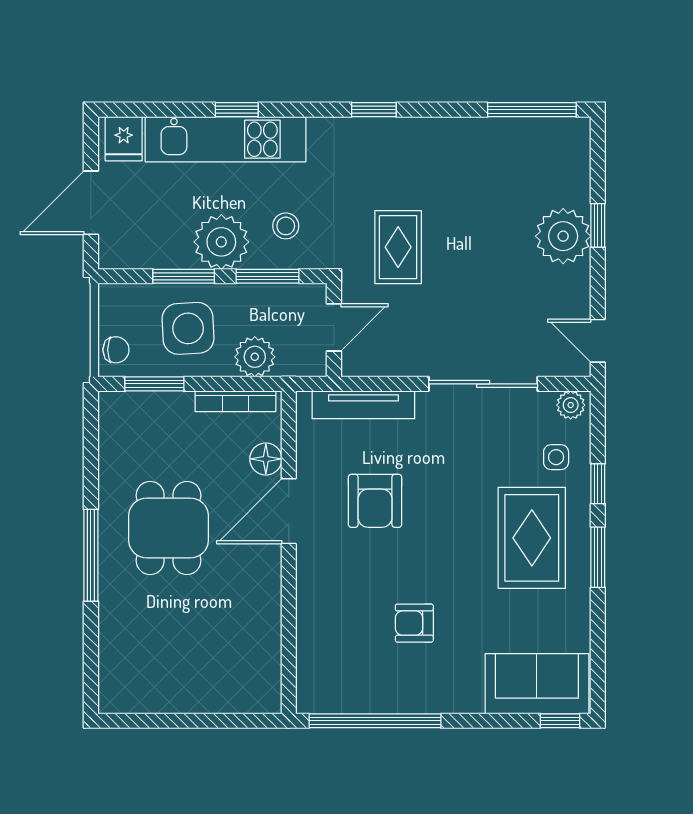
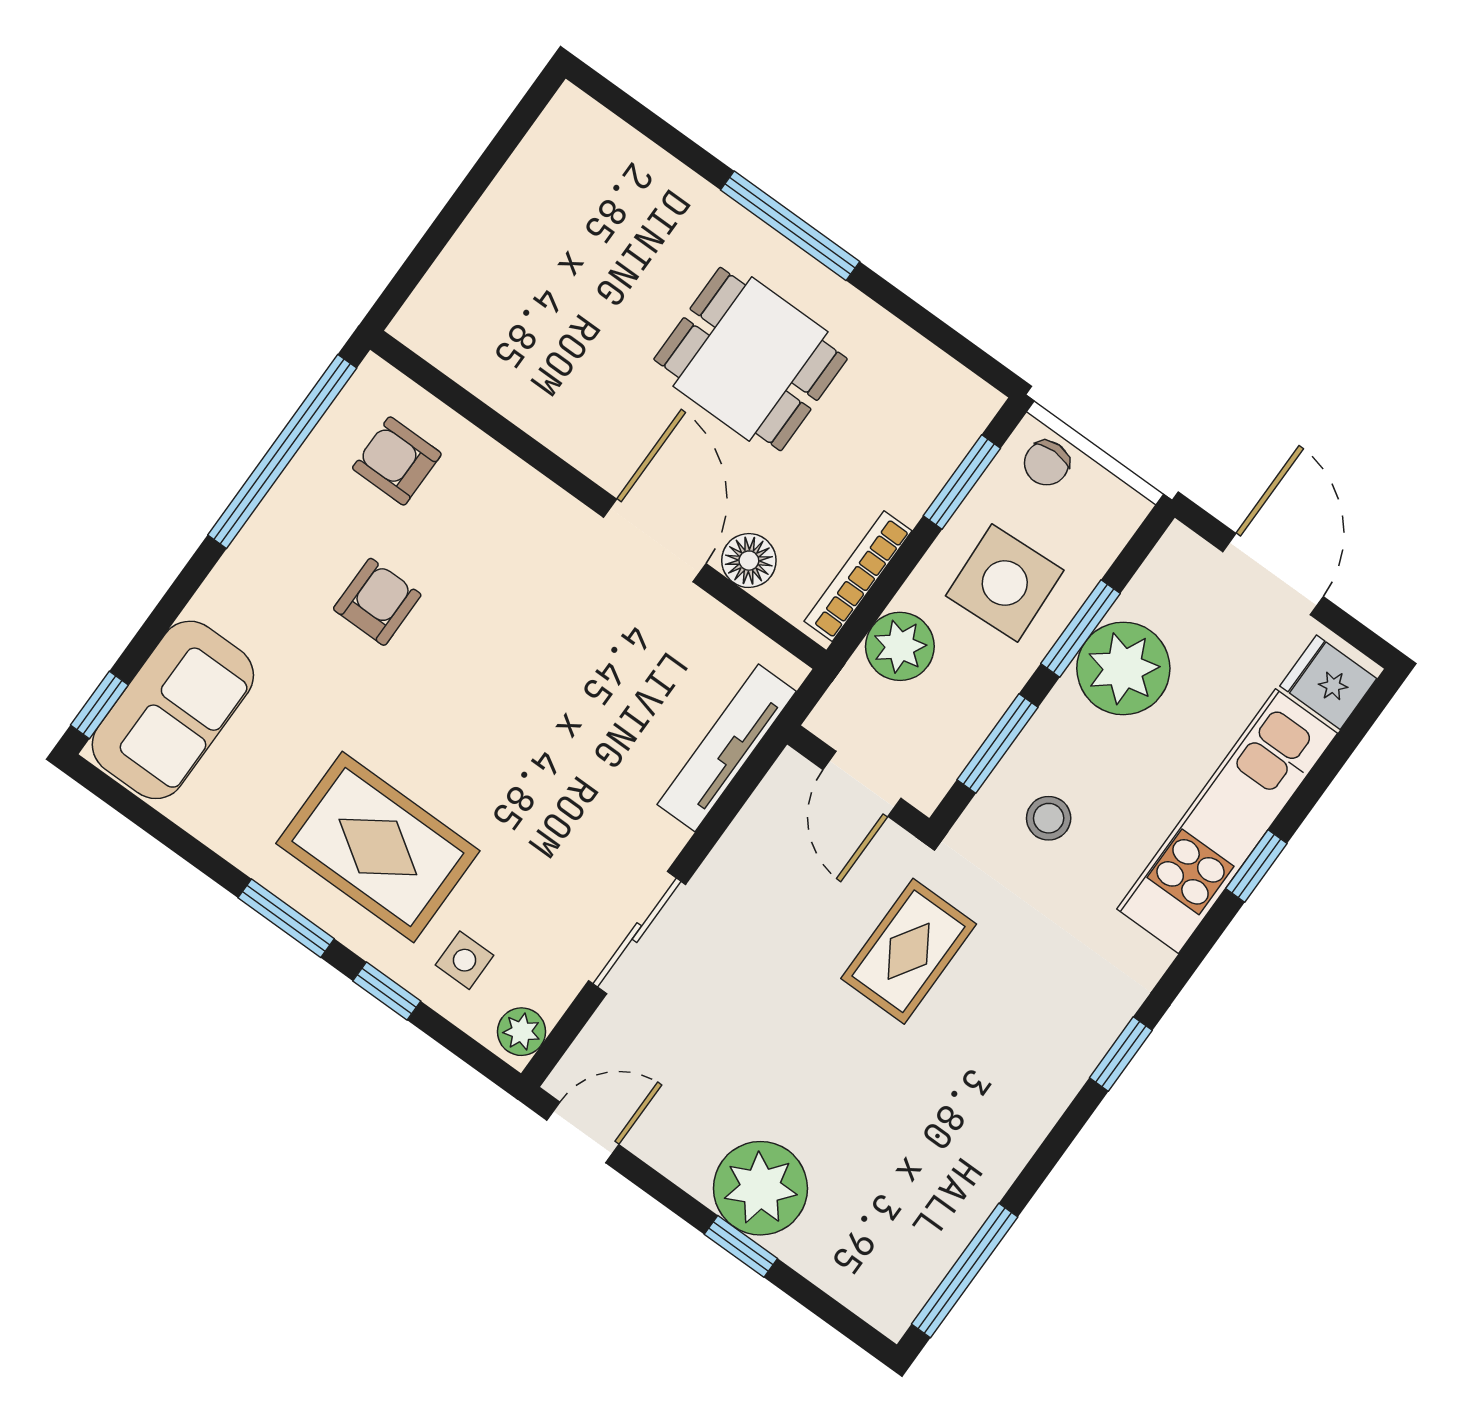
plant: (221, 242) -> (1123, 668), moved
rug: (398, 247) -> (909, 951), turned 90
sliding door: (483, 384) -> (637, 933), width x0.73
armchair: (375, 501) -> (397, 461), moved, width x0.72, depth x0.72

